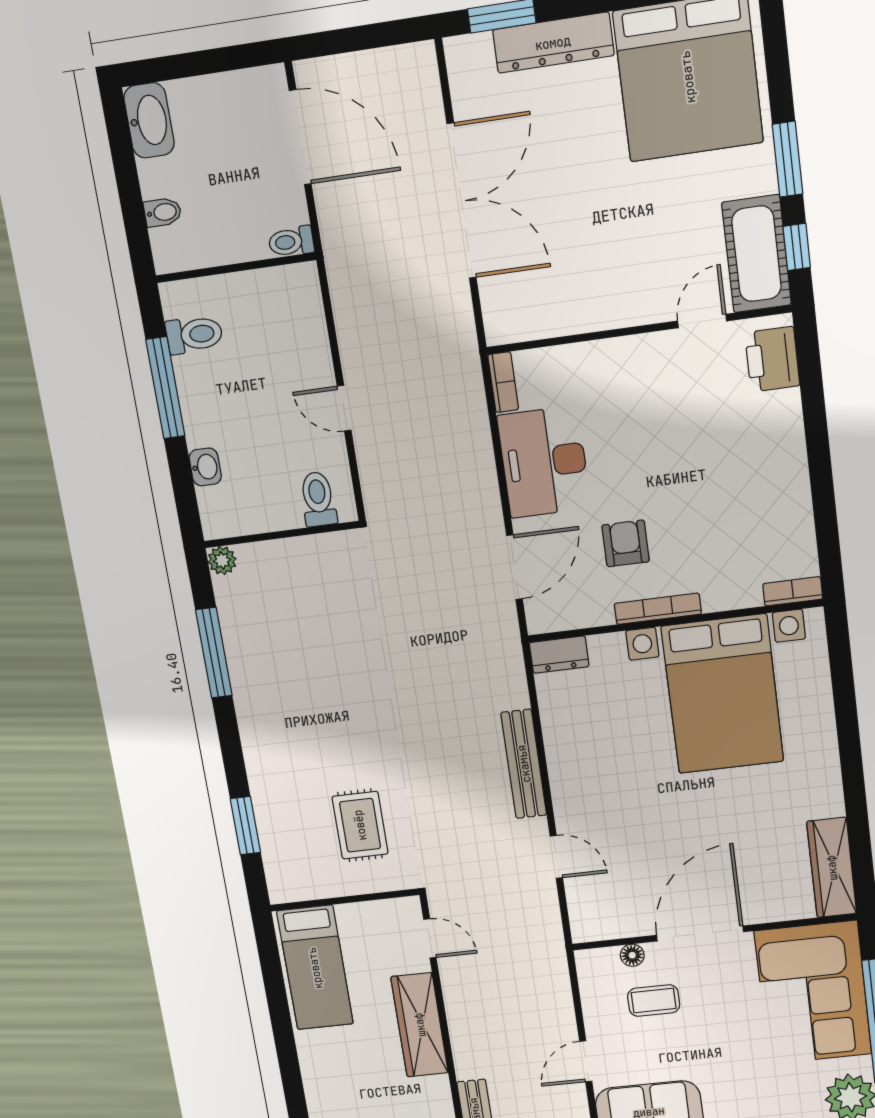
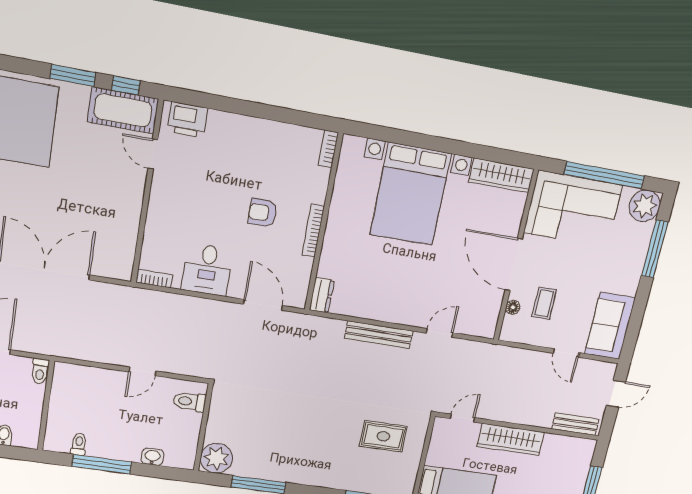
toilet: (194, 335) -> (79, 444), width x0.73, depth x0.72
desk: (544, 462) -> (207, 270), width x0.73
armchair: (626, 543) -> (263, 213), moved
plant: (222, 560) -> (216, 458), width x1.87, depth x1.87
bed with nightstands: (723, 694) -> (410, 194), moved, turned 90

